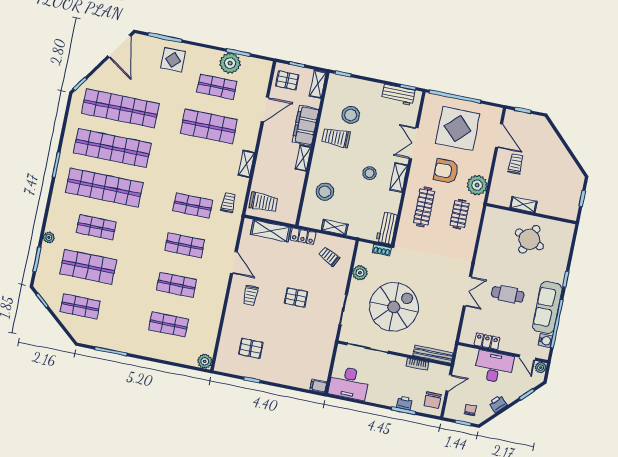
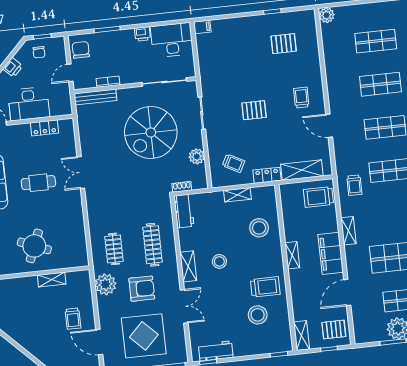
filing cabinet: (305, 125) -> (331, 253), moved, turned 180
printer: (404, 403) -> (142, 34), moved

